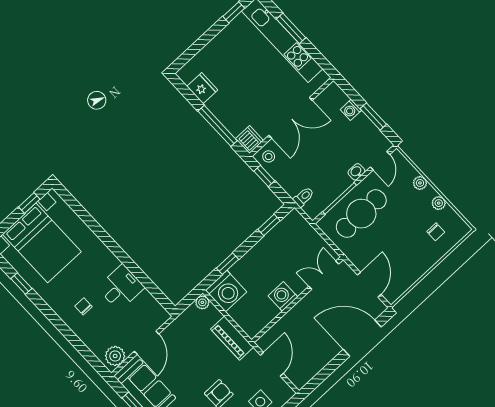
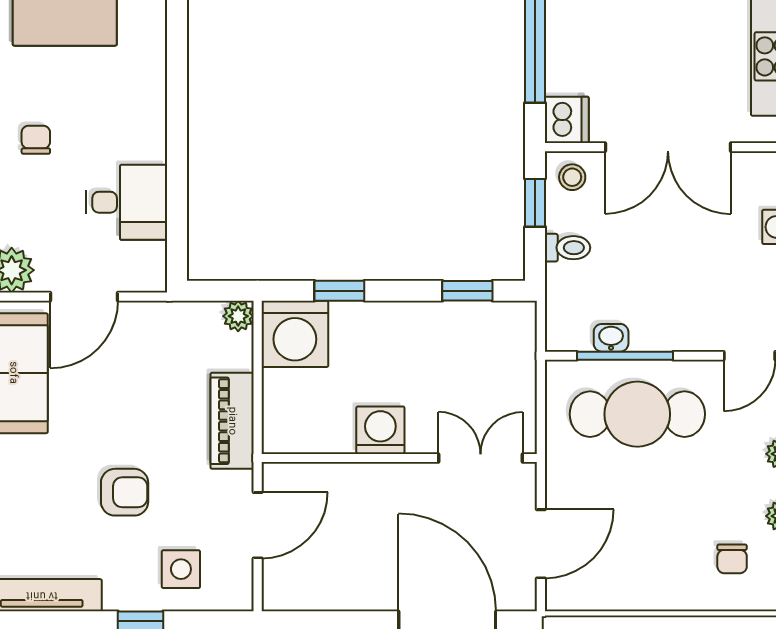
washbasin: (356, 172) -> (611, 338), moved
toilet: (304, 197) -> (568, 248), moved
desk: (121, 288) -> (127, 202), moved

